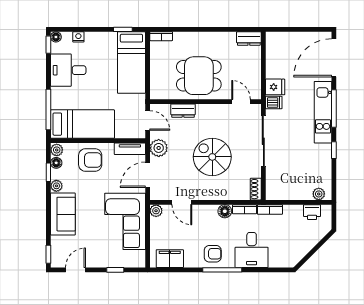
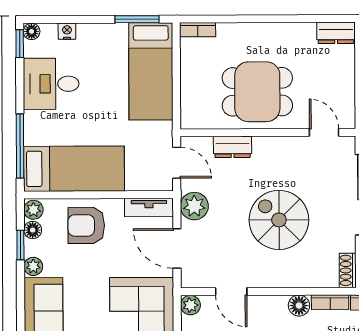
window: (123, 29) -> (137, 19), width x1.50
armchair: (90, 160) -> (86, 225), turned 180
door: (148, 175) -> (177, 248), hinge flipped

